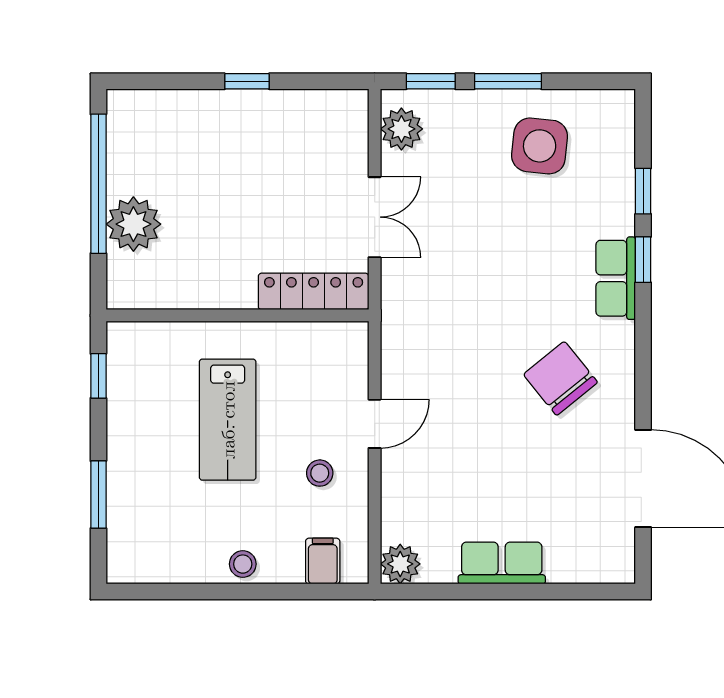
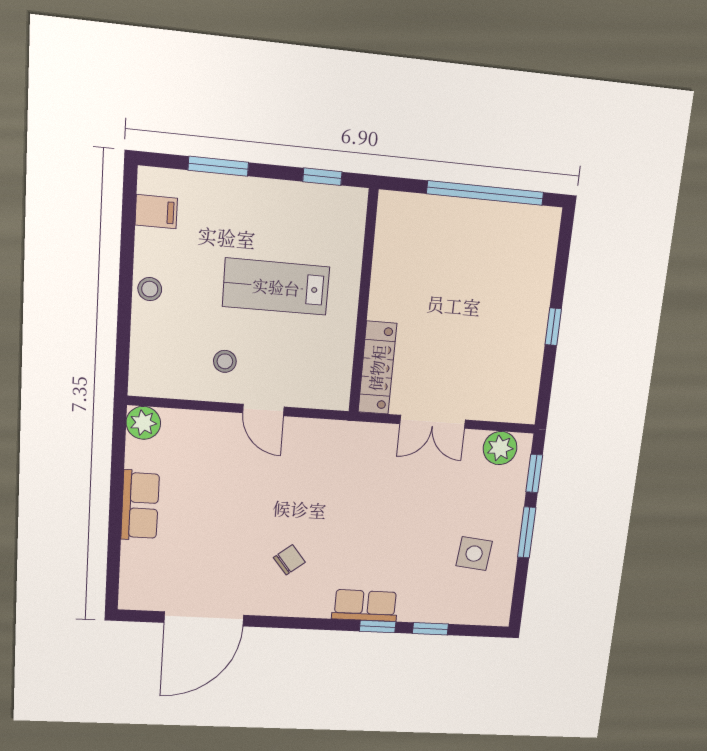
side table: (540, 146) -> (474, 554), width x0.73, depth x0.73
plant: (133, 224) -> (448, 220), removed
chair: (560, 378) -> (289, 560), width x0.54, depth x0.54
filing cabinet: (323, 561) -> (156, 212), moved

